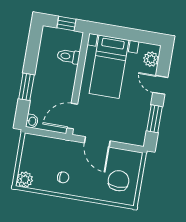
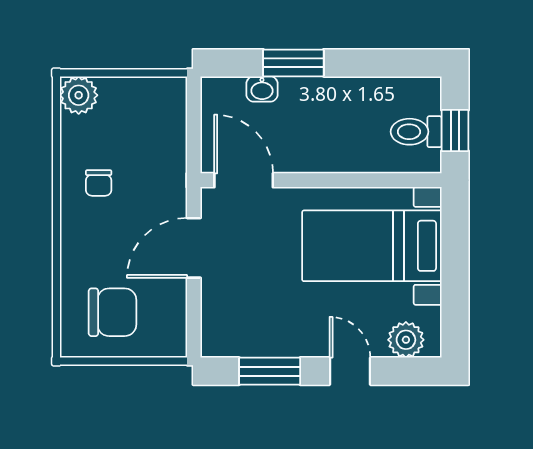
toilet: (68, 56) -> (416, 132), moved, turned -90
door: (160, 85) -> (350, 371), hinge flipped
washbasin: (32, 121) -> (262, 89), moved

